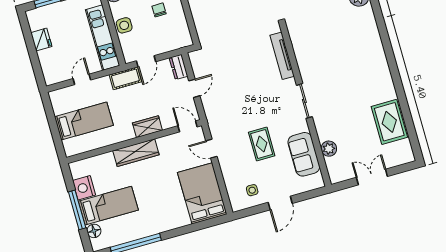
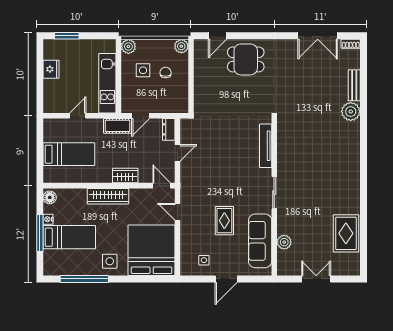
side table: (124, 25) -> (143, 70), moved
sofa: (304, 154) -> (260, 241), width x1.36
nightstand: (84, 188) -> (48, 219), width x0.53, depth x0.56
bed: (202, 193) -> (152, 250), width x1.36
side table: (156, 218) -> (110, 261), added
floor lamp: (94, 231) -> (50, 197), moved

